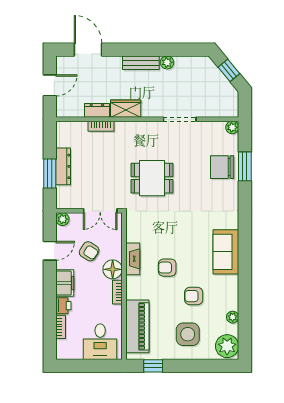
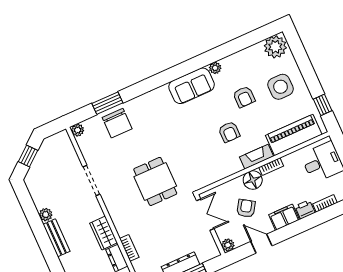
fireplace: (133, 259) -> (257, 157), moved
plant: (233, 317) -> (215, 68), moved

